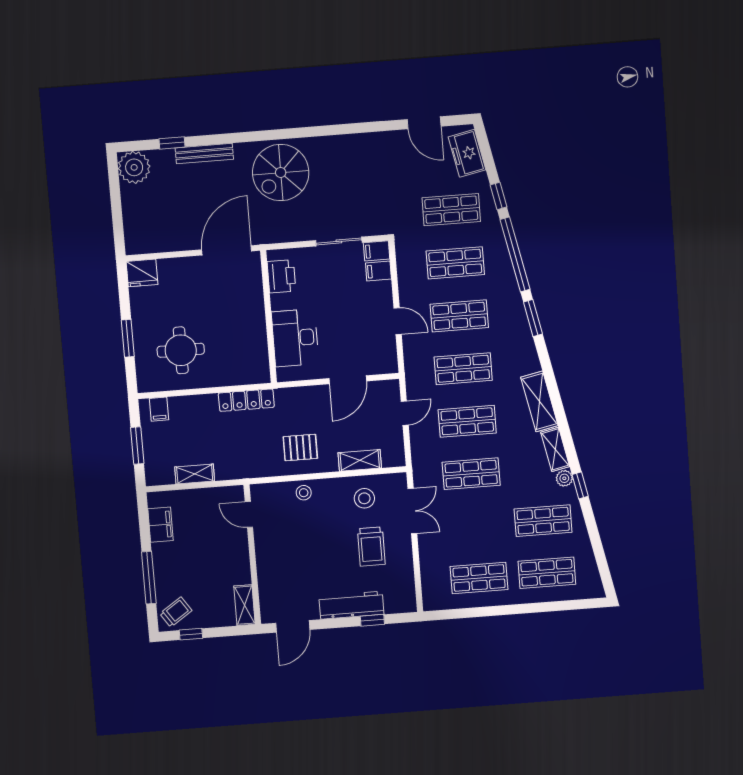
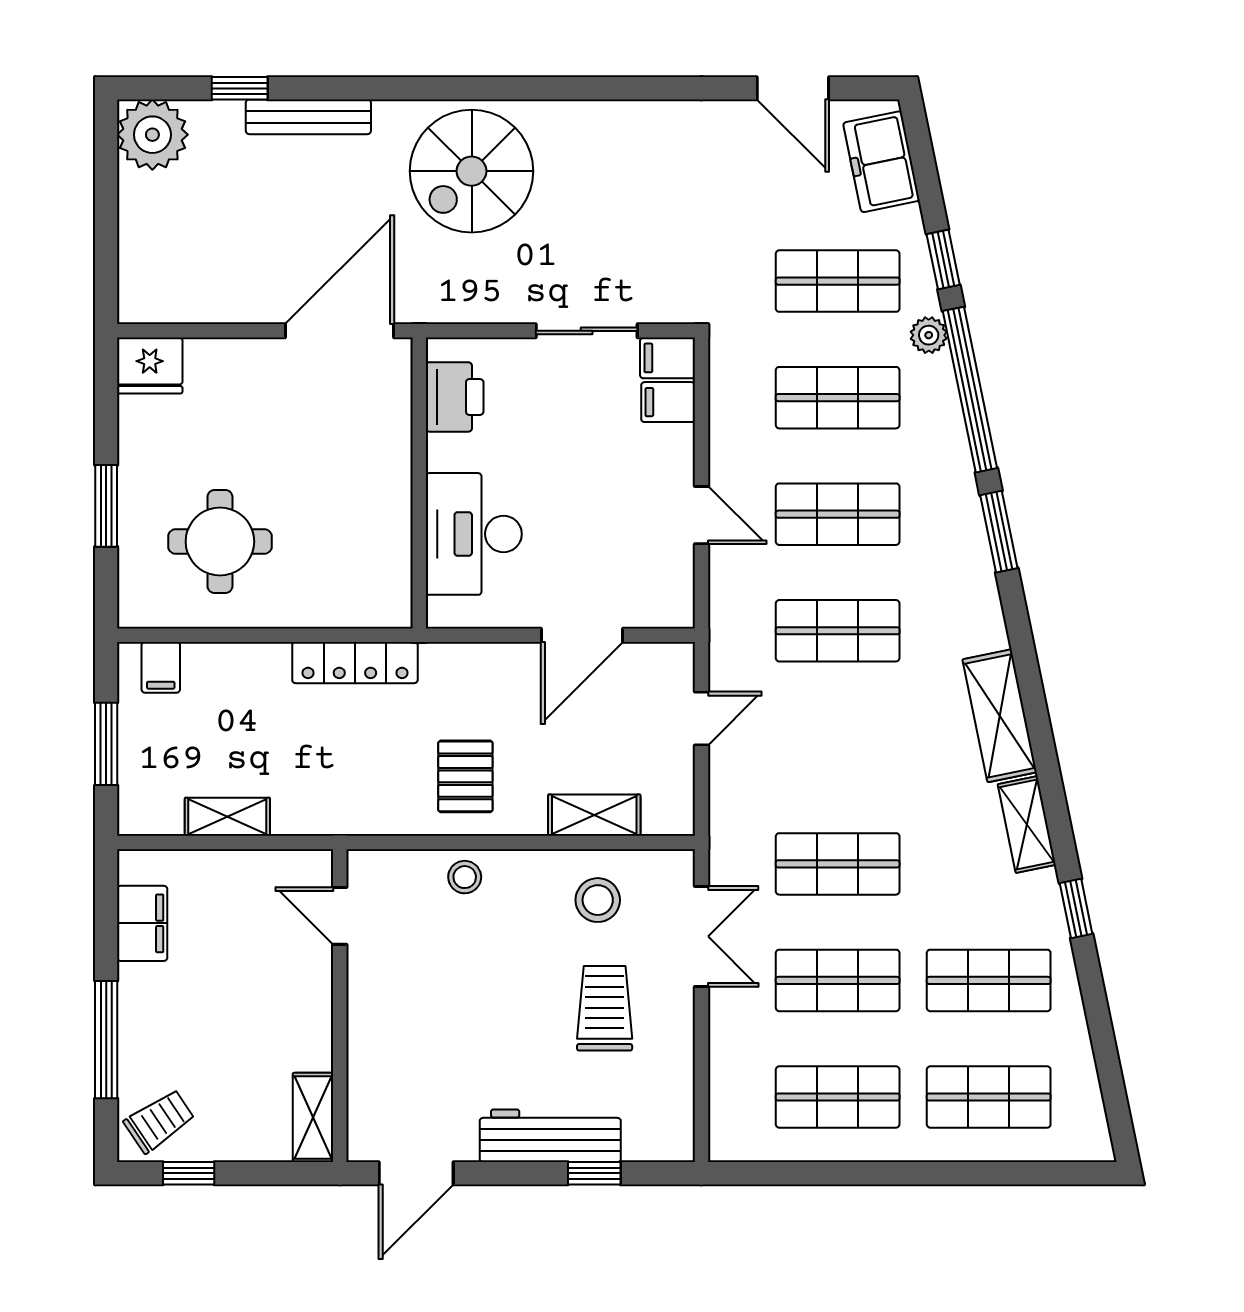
shop shelf: (467, 421) -> (838, 980), moved
pallet: (300, 448) -> (465, 776), turned 90
plant: (564, 478) -> (929, 335), moved
trolley: (371, 546) -> (605, 1008), turned 180

